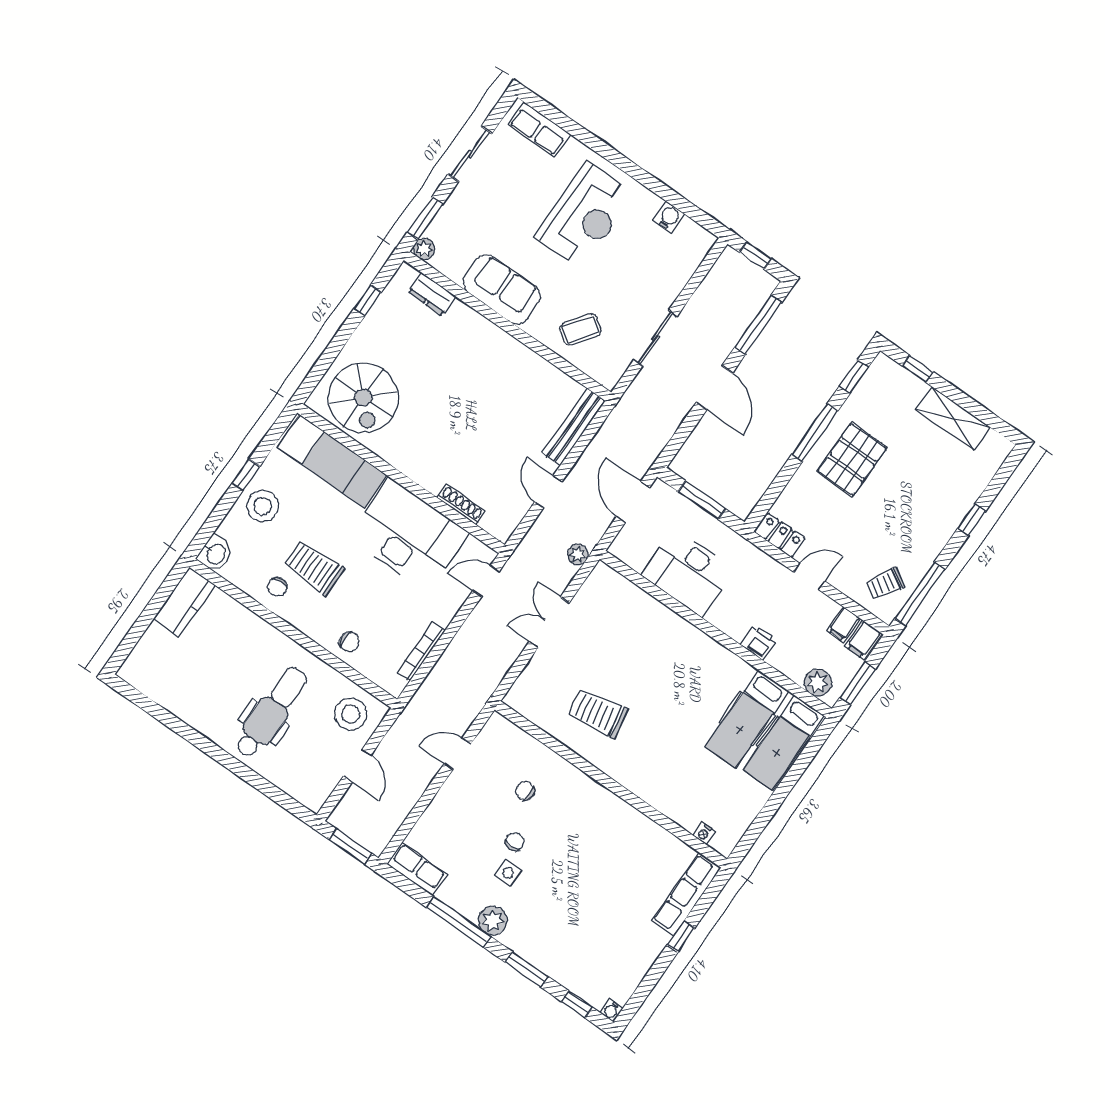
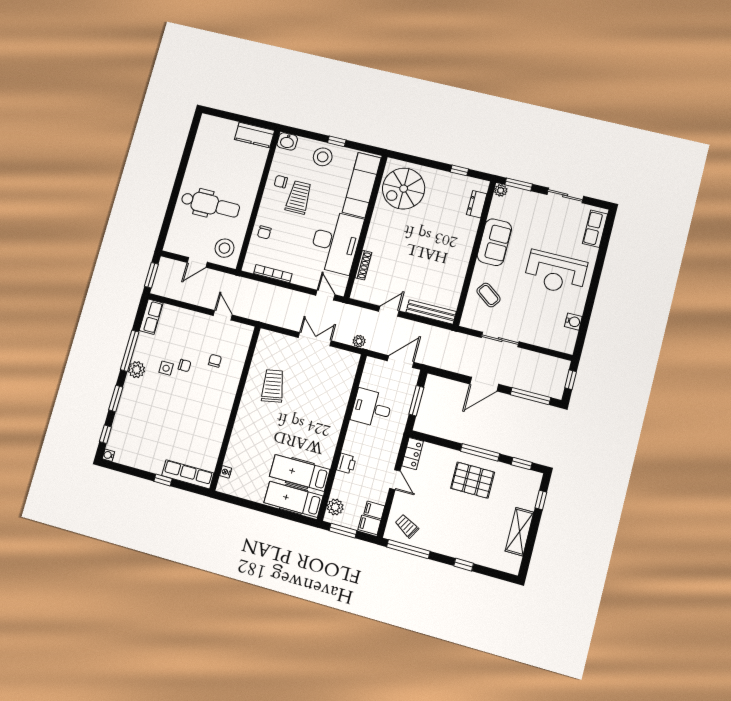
desk: (688, 573) -> (372, 408), width x0.73

